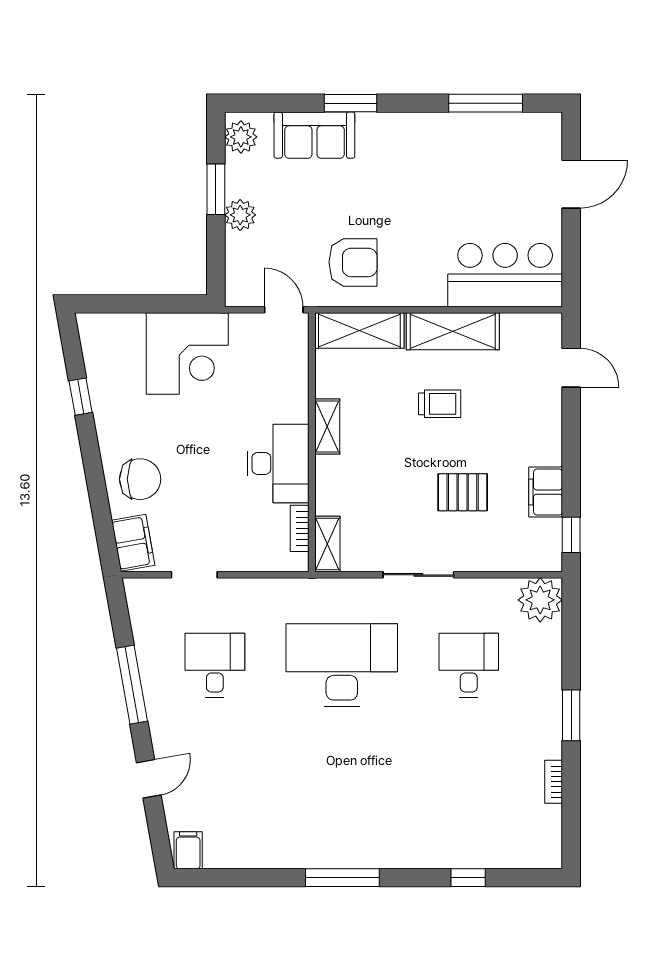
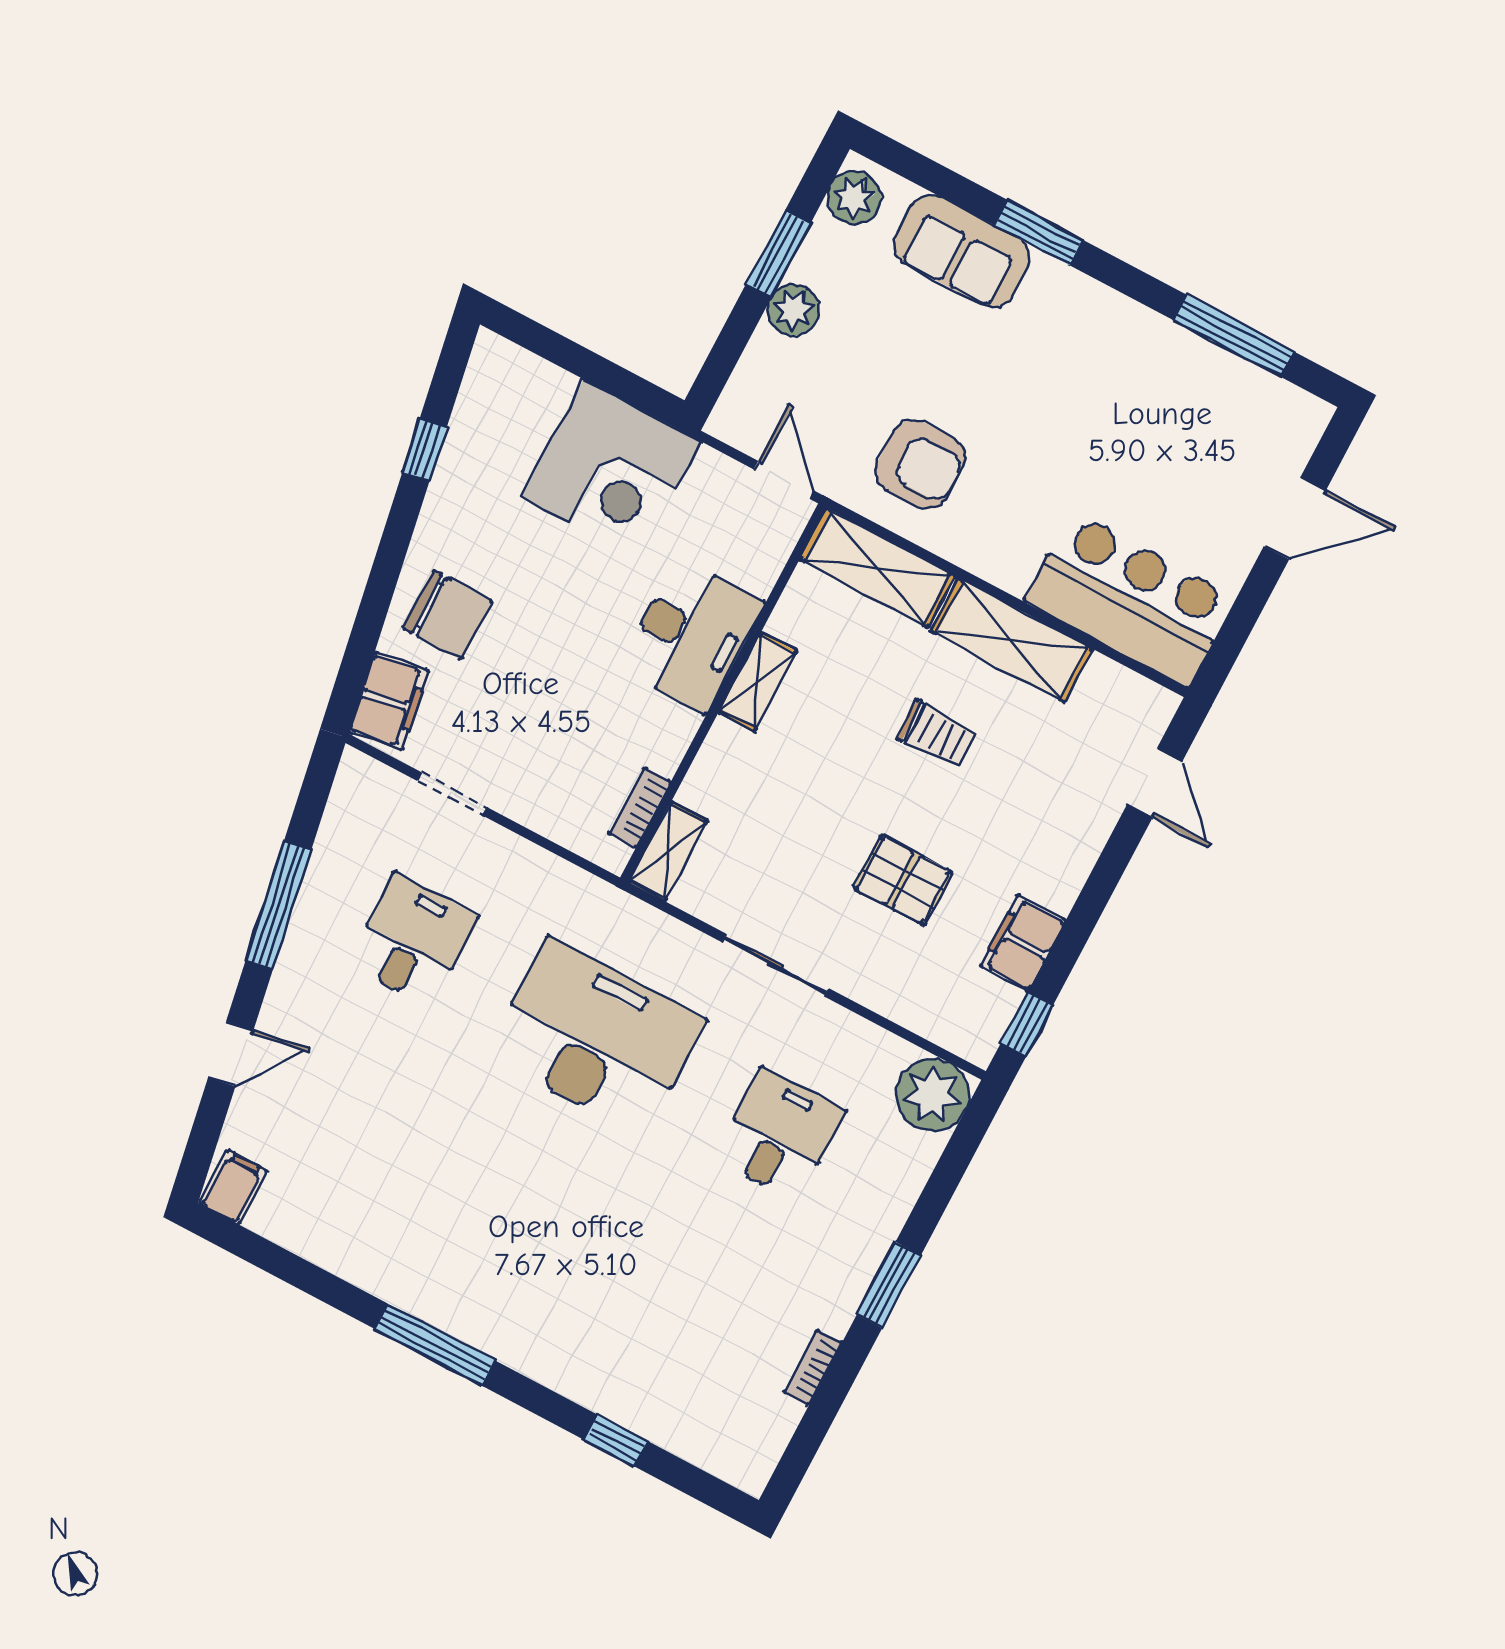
desk: (278, 463) -> (691, 635), moved

